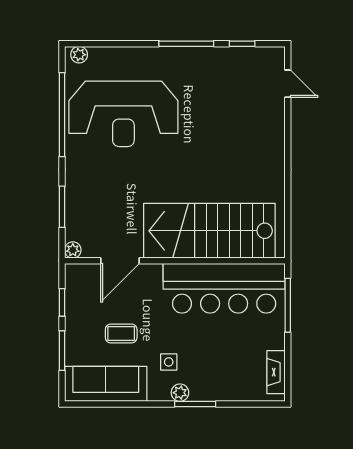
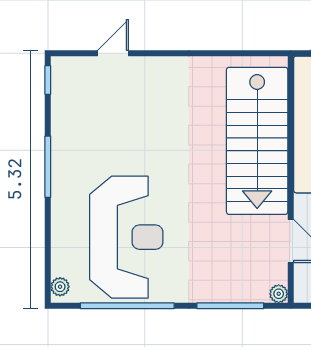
window: (242, 44) -> (48, 80), moved
door: (288, 84) -> (113, 53), moved
window: (62, 207) -> (230, 306), width x1.44

